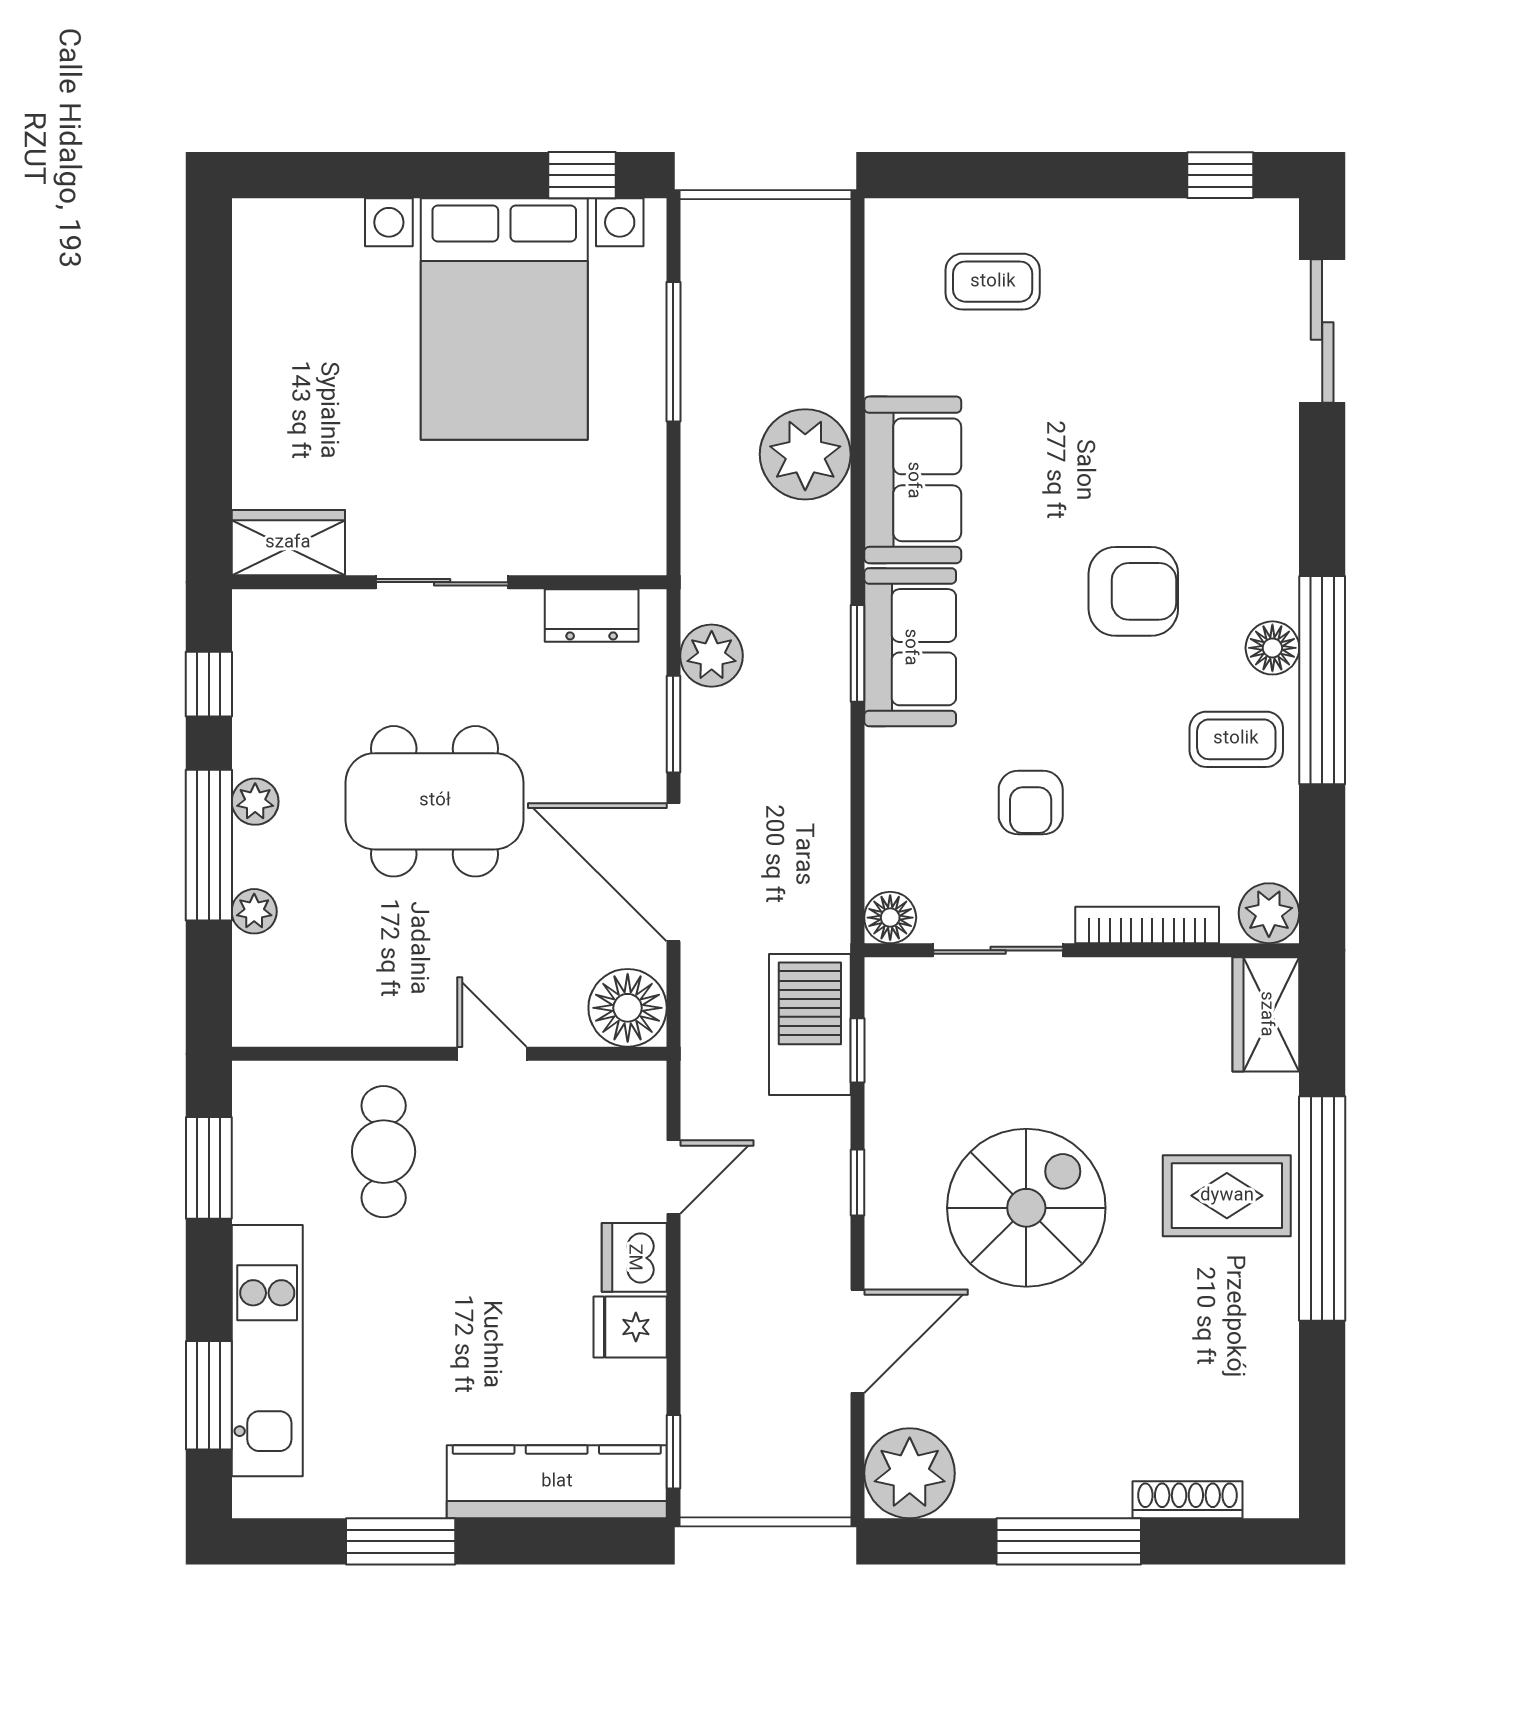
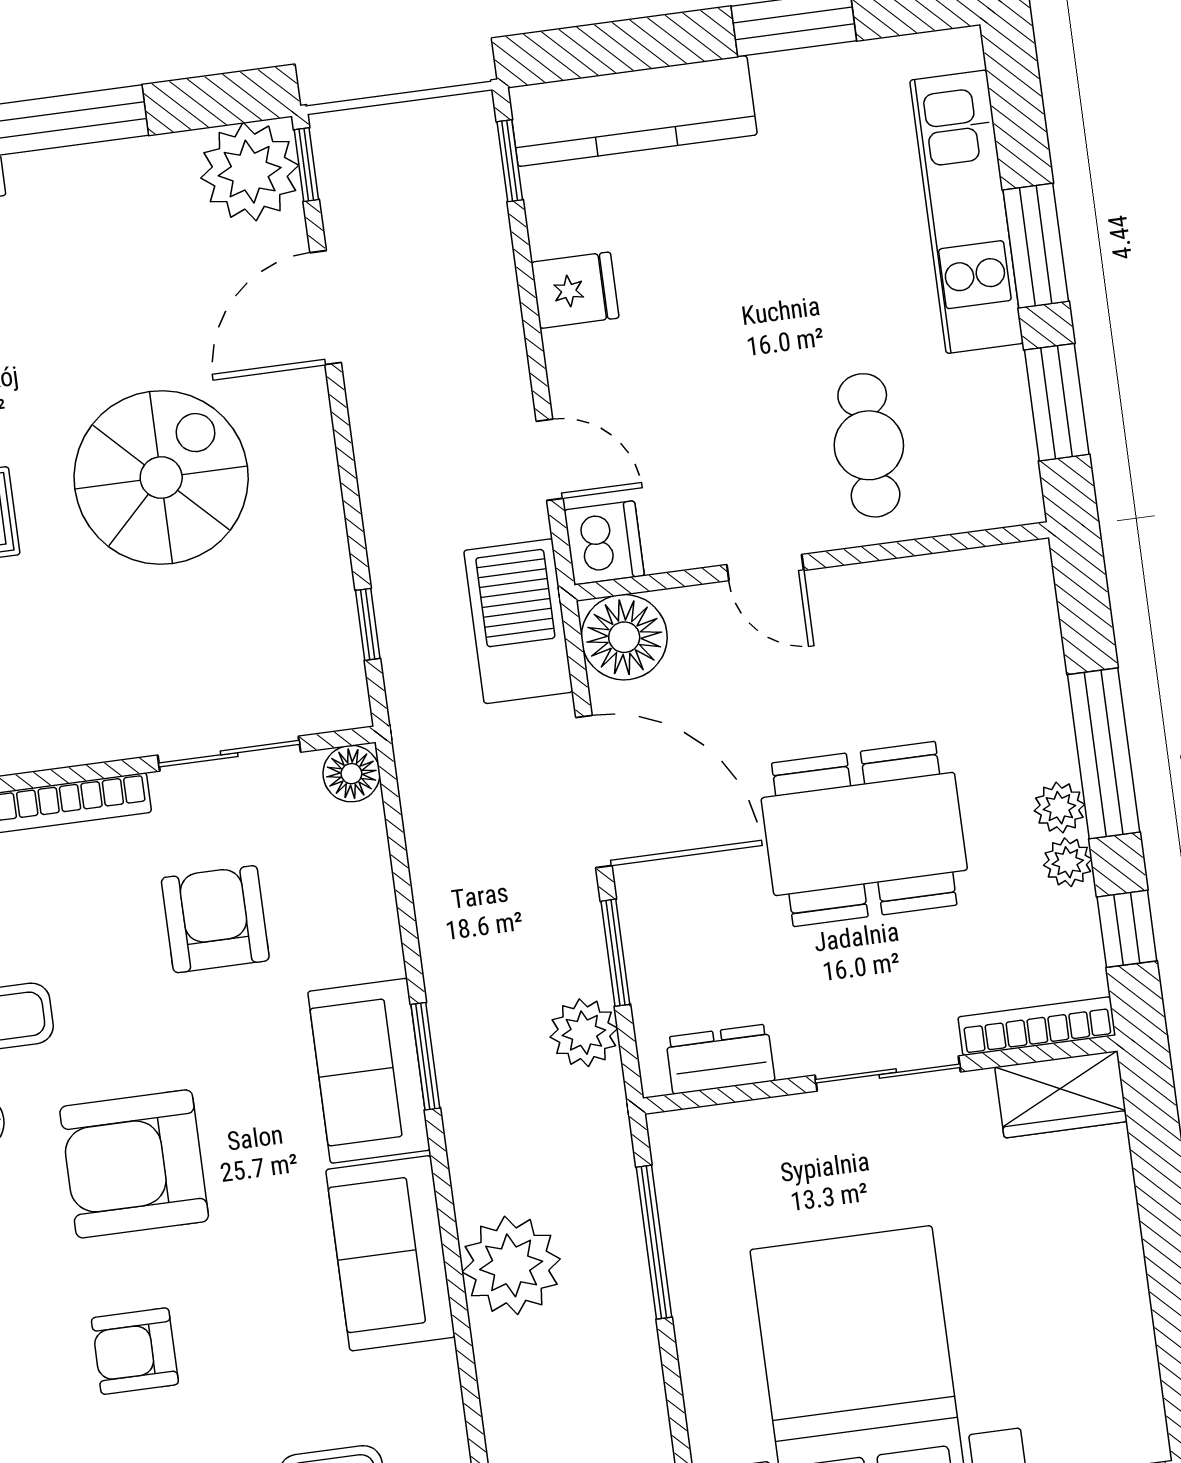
window: (673, 352) -> (654, 1242), moved
armchair: (1155, 422) -> (135, 1351), added
armchair: (1133, 591) -> (134, 1164), width x1.36, depth x1.36
bookcase: (302, 607) -> (1037, 1026), added
armchair: (1031, 803) -> (215, 919), width x1.38, depth x1.38
plant: (254, 911) -> (1068, 862), moved
barbecue: (810, 1024) -> (518, 621), moved, turned 180
door: (673, 1177) -> (550, 460), swing flipped
window: (857, 1182) -> (306, 165), moved
spiral stairs: (1026, 1208) -> (161, 478), turned 180
dishwasher: (634, 1257) -> (604, 543), moved
window: (209, 1395) -> (1036, 246), moved

